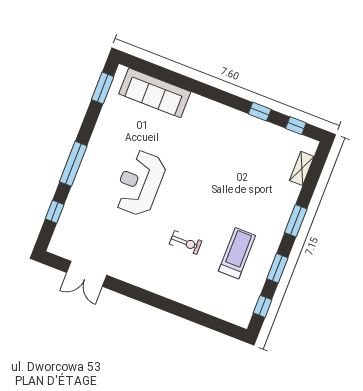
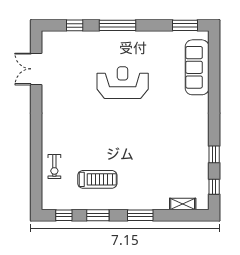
exercise bike: (186, 242) -> (54, 167), moved

